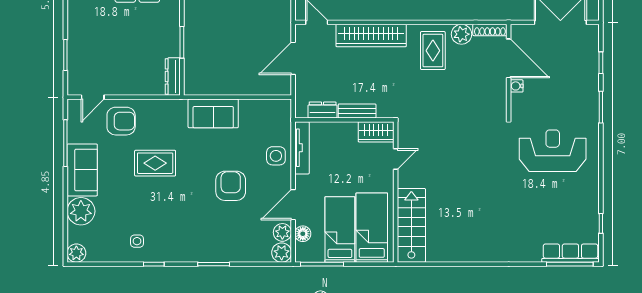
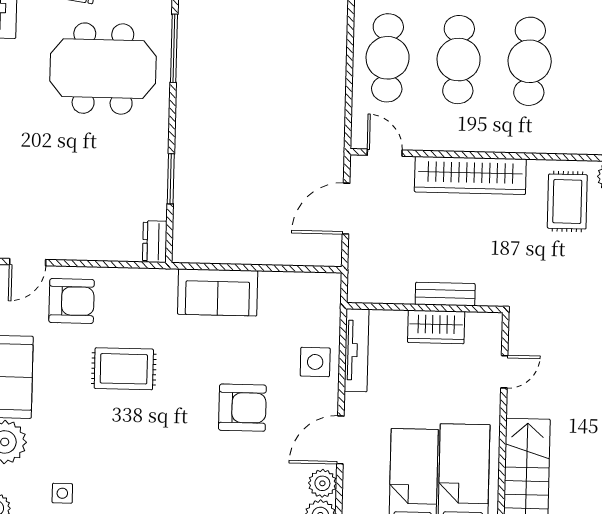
dresser: (173, 77) -> (155, 242), width x0.70
dresser: (323, 110) -> (391, 291), removed
wardrobe: (376, 132) -> (436, 327), moved
armchair: (231, 186) -> (242, 408), turned 90
floor lamp: (303, 234) -> (355, 486), removed
side table: (137, 241) -> (62, 493), moved

